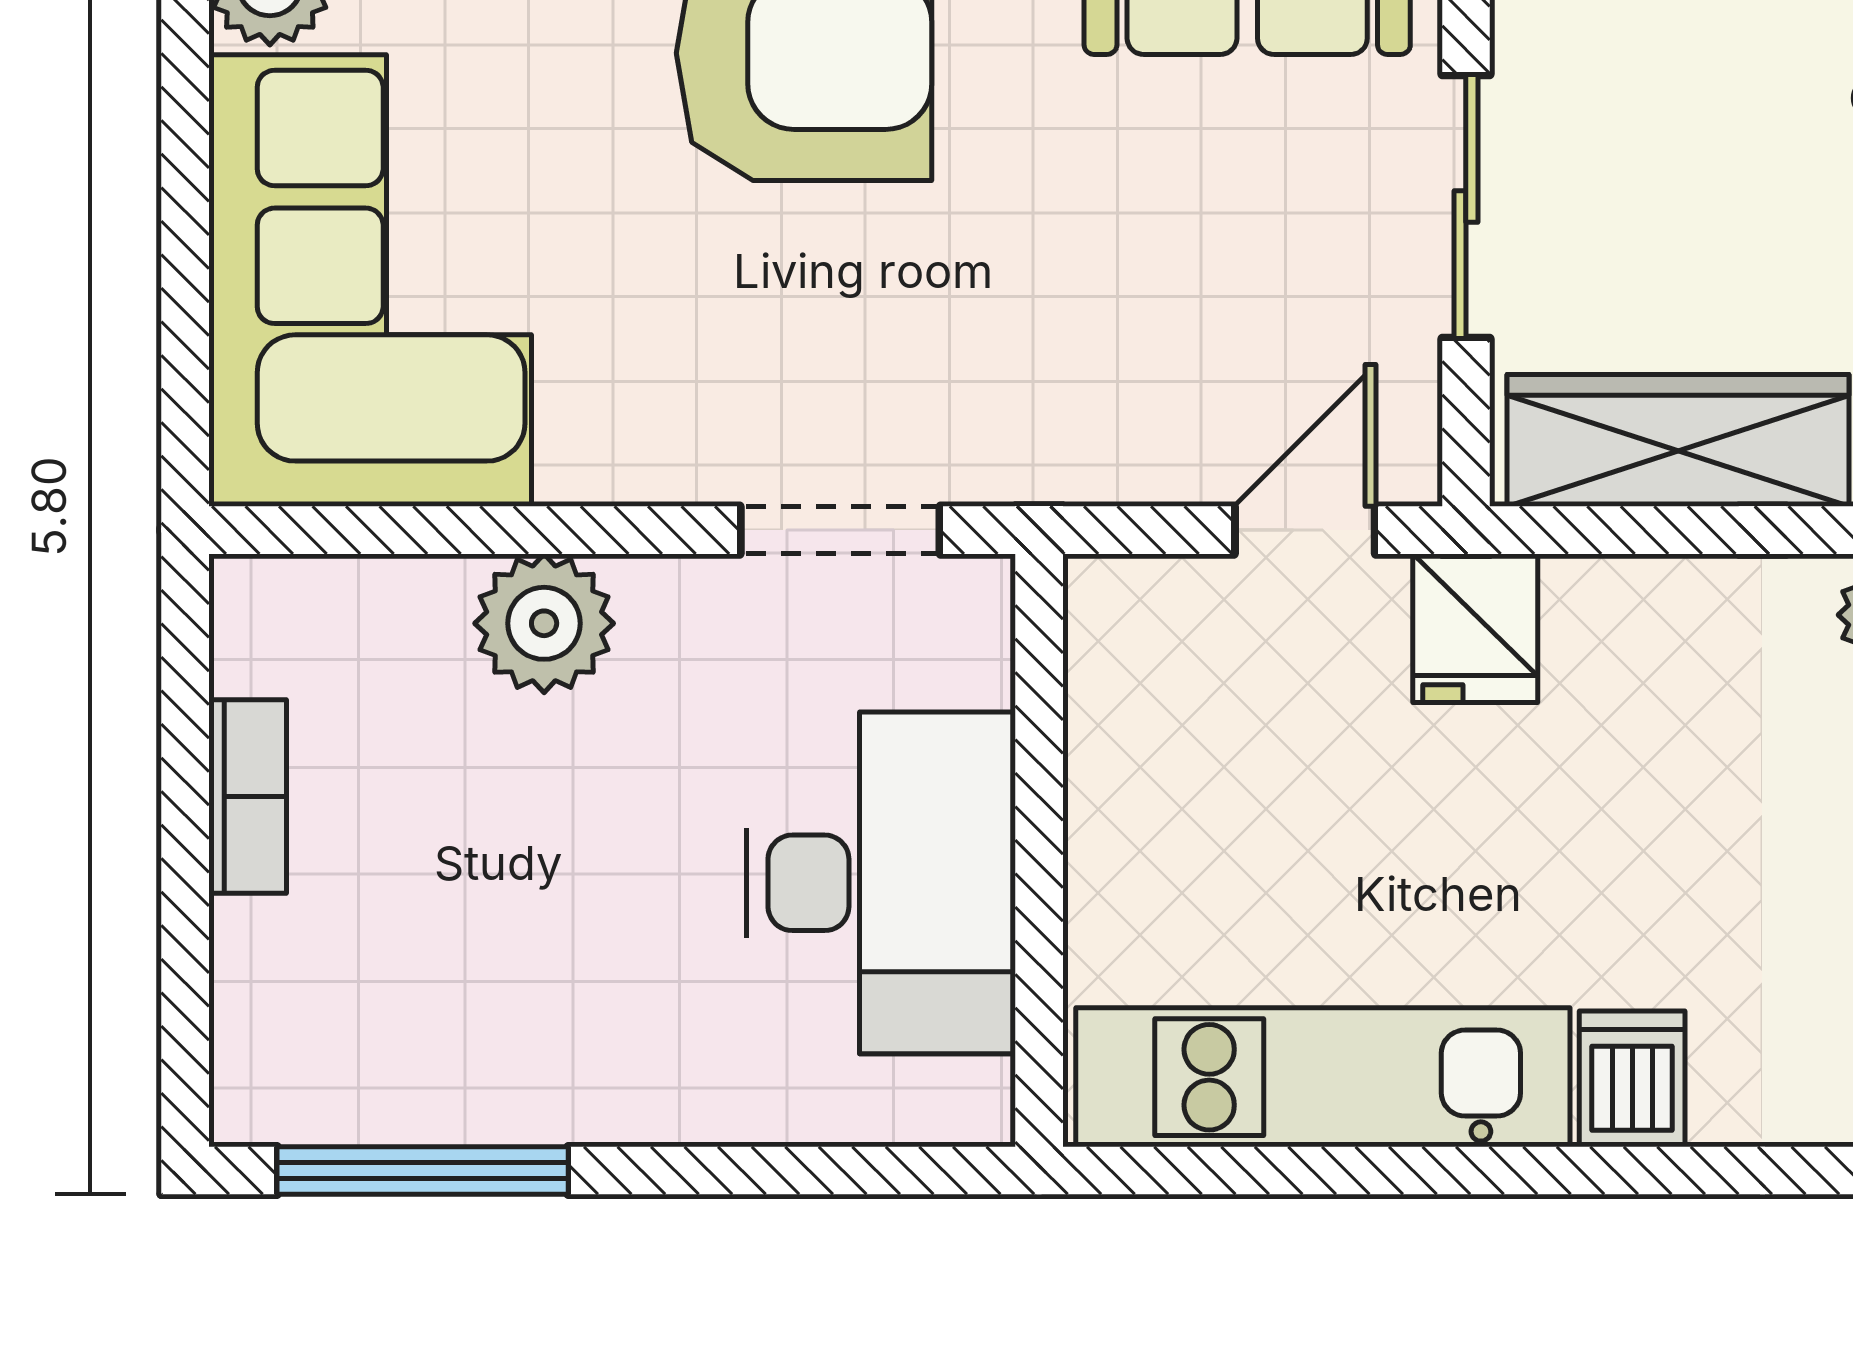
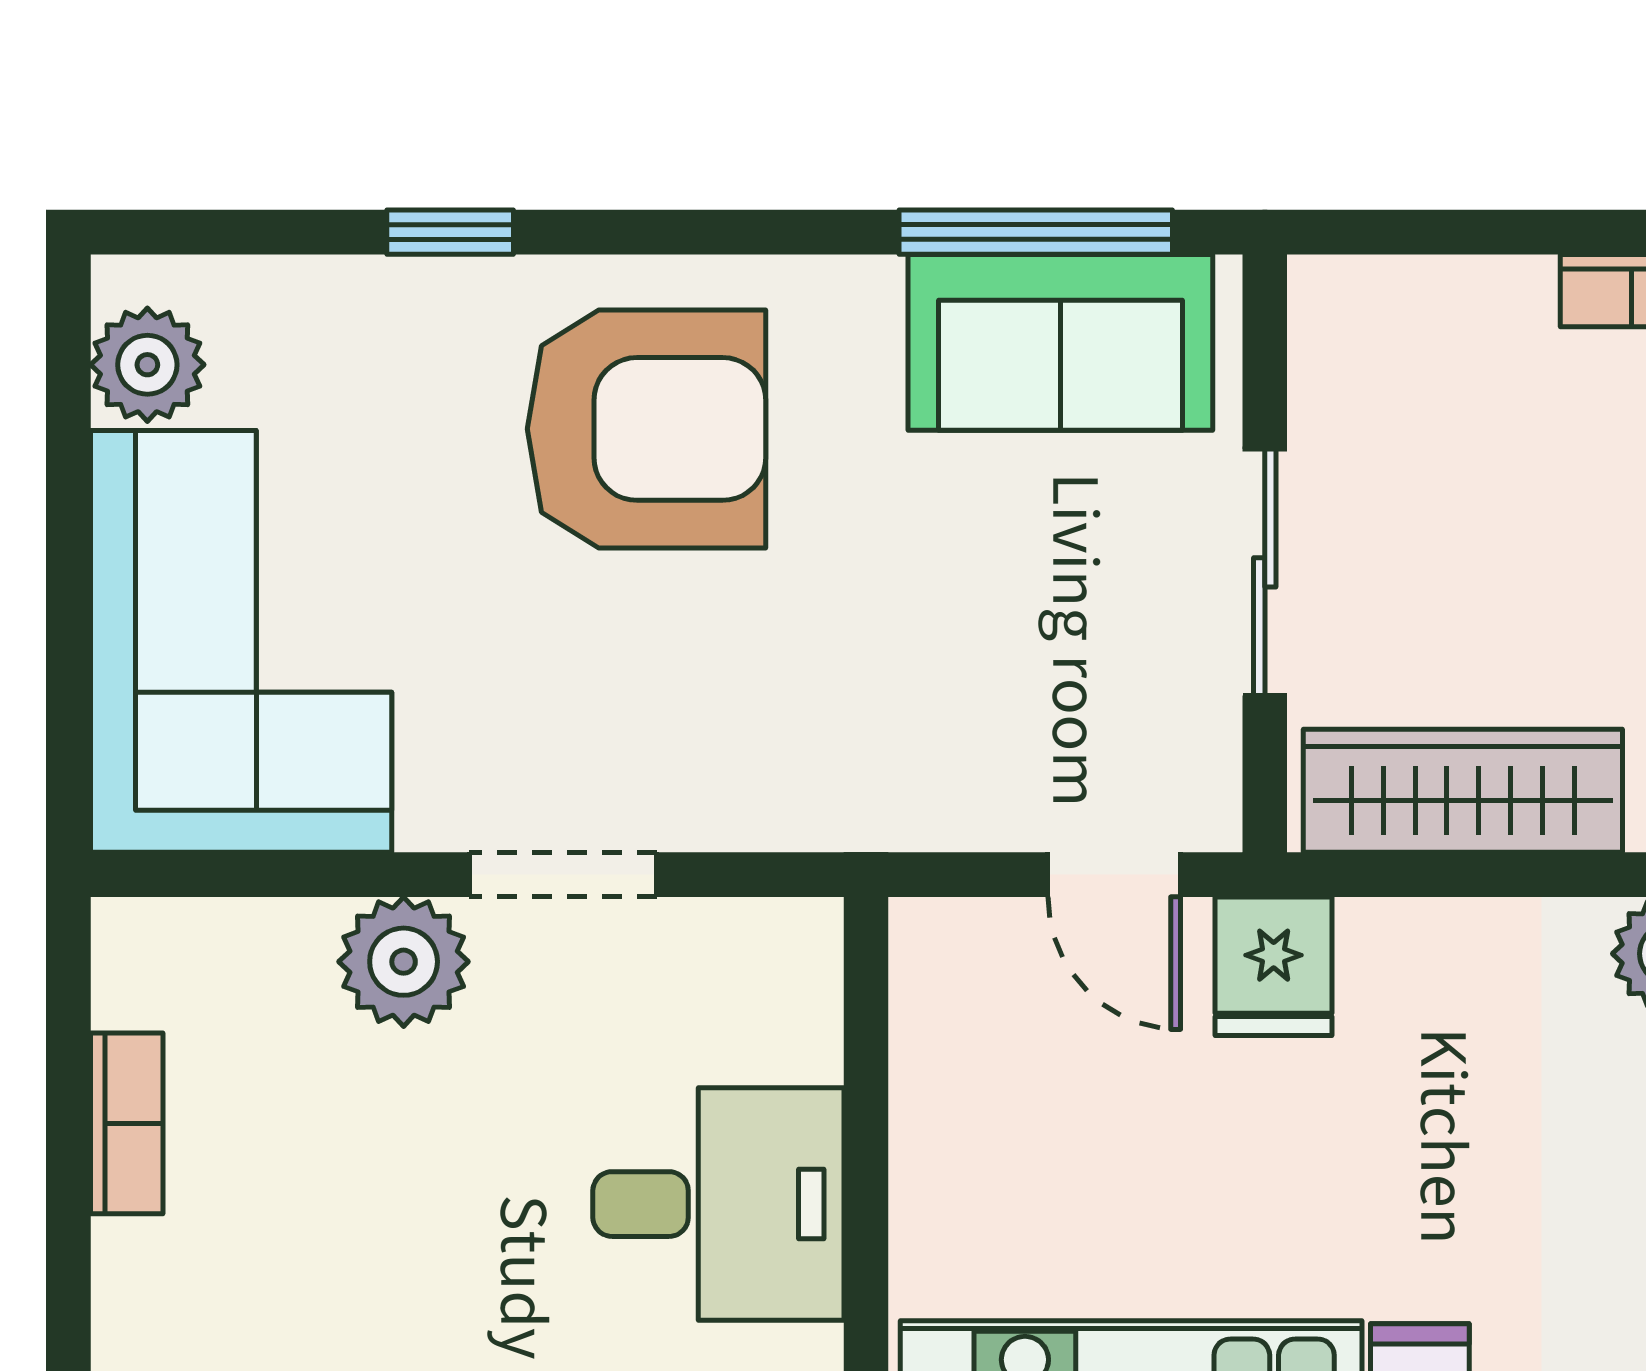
doorway: (840, 530) -> (563, 875), moved
door: (1305, 530) -> (1114, 875), swing flipped
desk: (881, 883) -> (718, 1204), width x0.73

